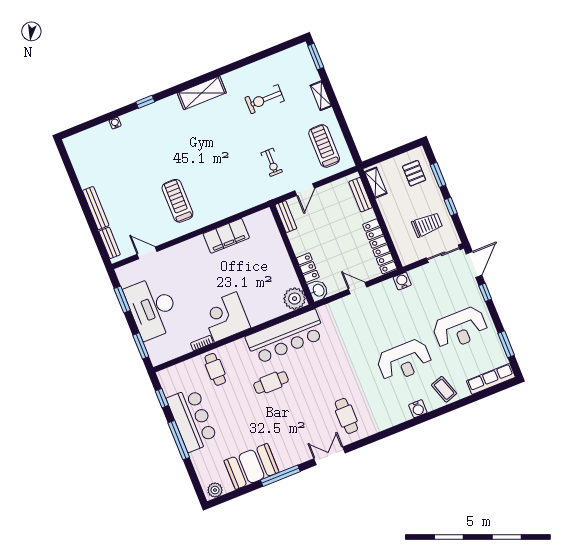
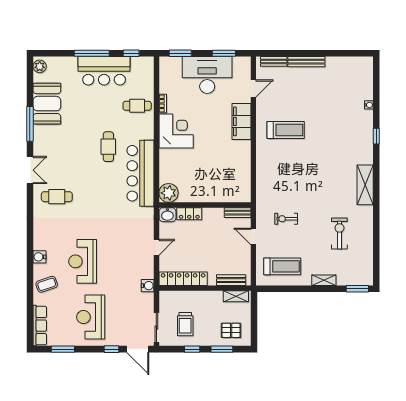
filing cabinet: (226, 236) -> (241, 121), moved

